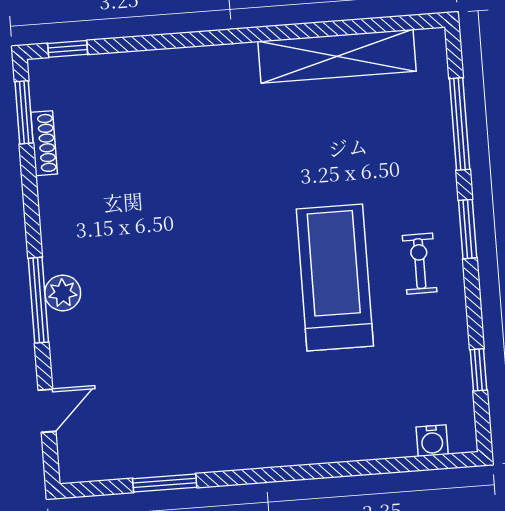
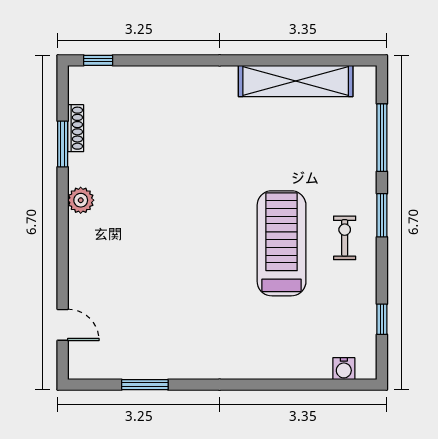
window: (24, 112) -> (63, 144), moved
plant: (63, 293) -> (81, 200), moved
window: (38, 300) -> (63, 243), removed
door: (47, 411) -> (63, 325), hinge flipped

